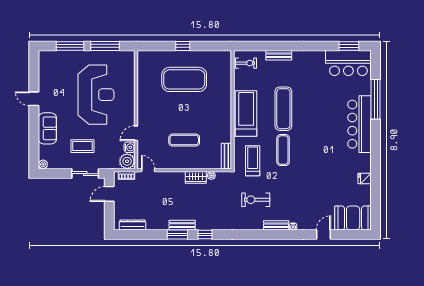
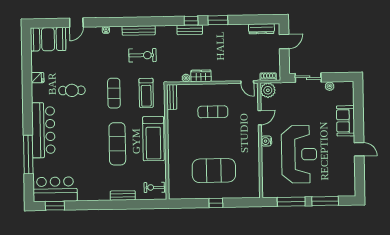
reception desk: (96, 95) -> (299, 154), turned 180
coffee table: (82, 146) -> (311, 104), removed
water cooler: (129, 147) -> (266, 141), moved
exercise mat: (283, 150) -> (114, 93), moved
plant: (43, 164) -> (330, 86), moved
cafe table: (329, 165) -> (72, 90), added
door: (109, 194) -> (284, 42), moved
bench: (182, 225) -> (190, 30), moved
bench: (276, 225) -> (139, 30), moved, width x1.36

